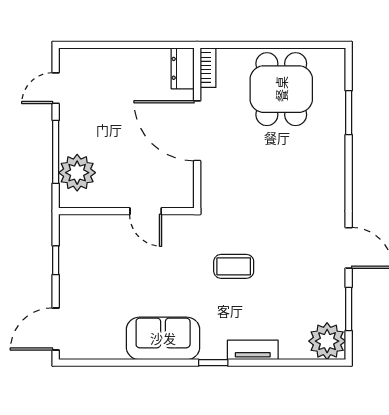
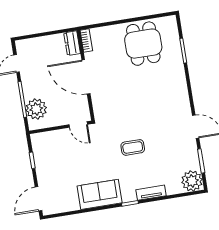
dresser: (183, 68) -> (72, 43), moved
bookcase: (208, 68) -> (86, 40), moved
wall: (197, 128) -> (86, 75), moved
door: (197, 131) -> (86, 77), moved

